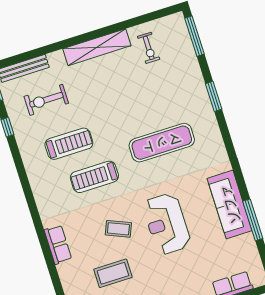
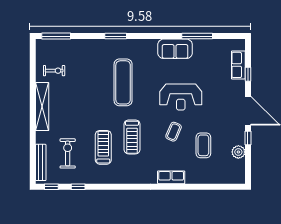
window: (214, 96) -> (116, 36), moved
exercise bike: (46, 100) -> (68, 153), turned 180
sofa: (230, 204) -> (175, 49), width x0.73

